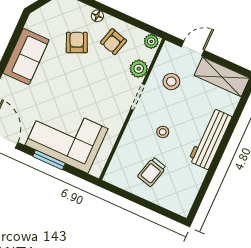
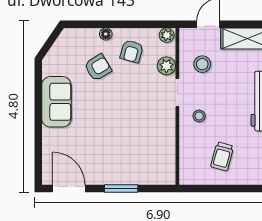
armchair: (77, 42) -> (98, 67), turned 83
stool: (163, 132) -> (199, 116), moved
corner sofa: (67, 137) -> (128, 160), removed

